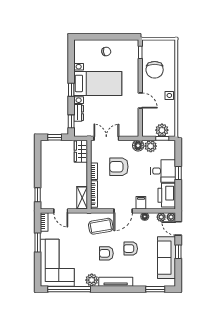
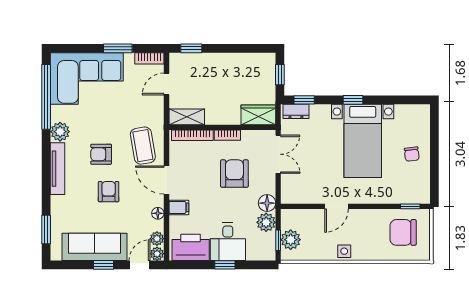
chair: (155, 70) -> (403, 232), moved
dresser: (79, 113) -> (296, 111), moved
armchair: (106, 253) -> (101, 154), turned -90

